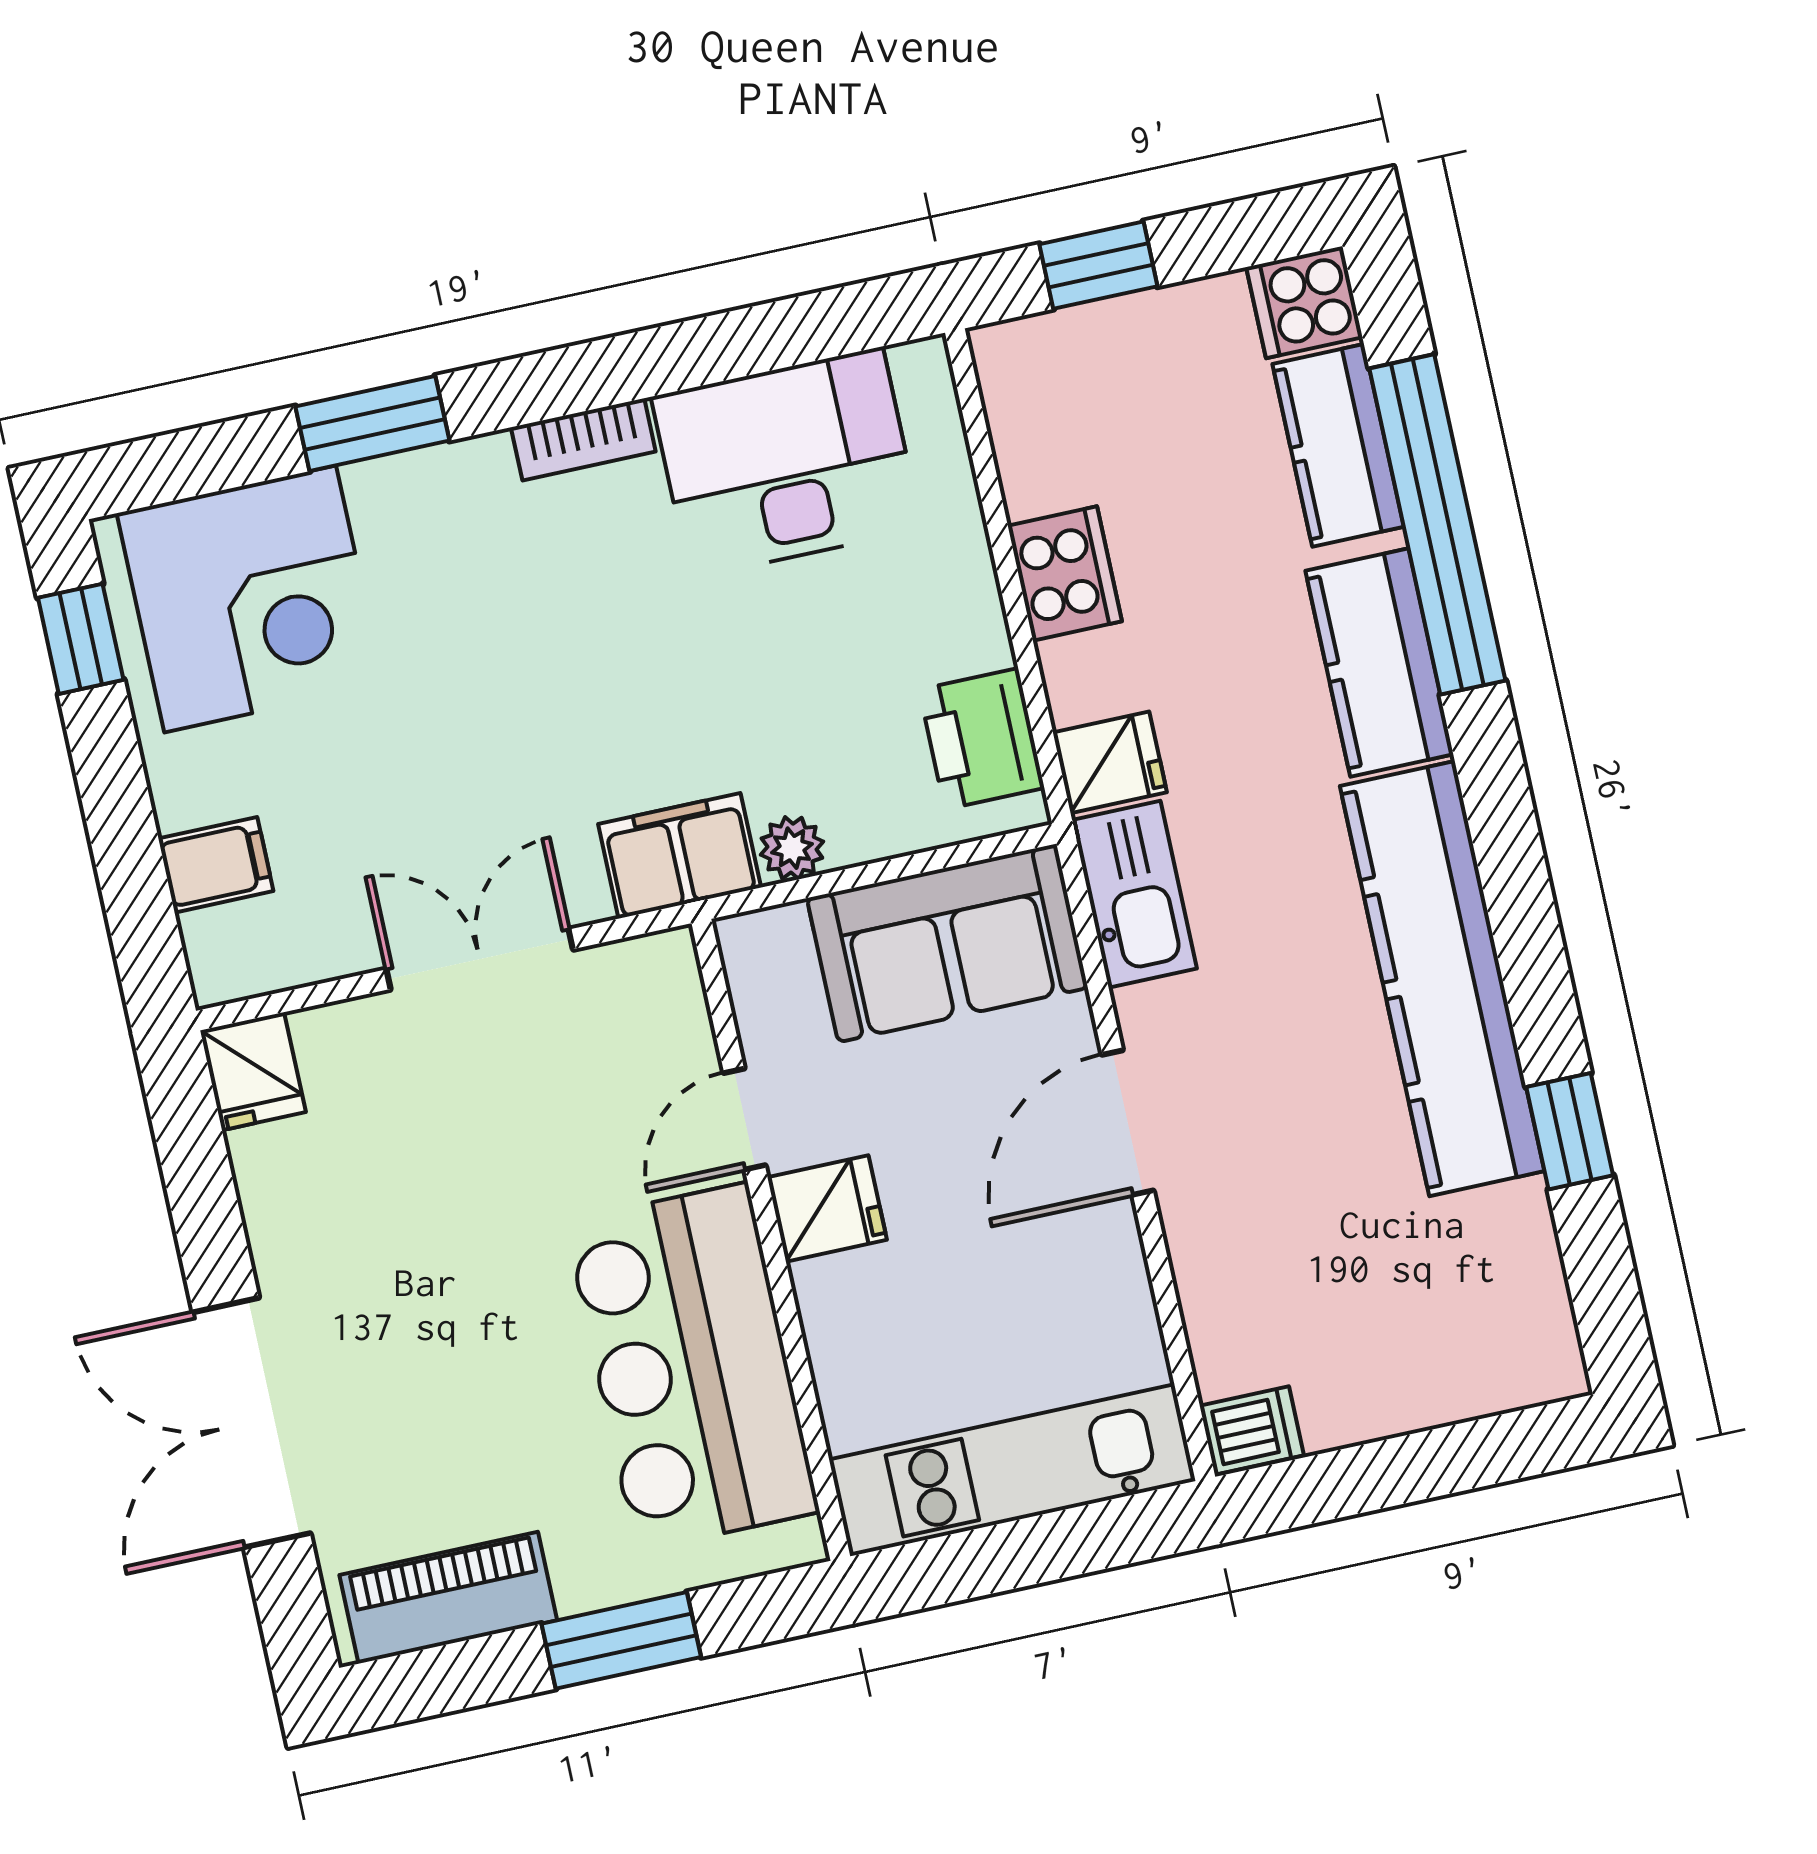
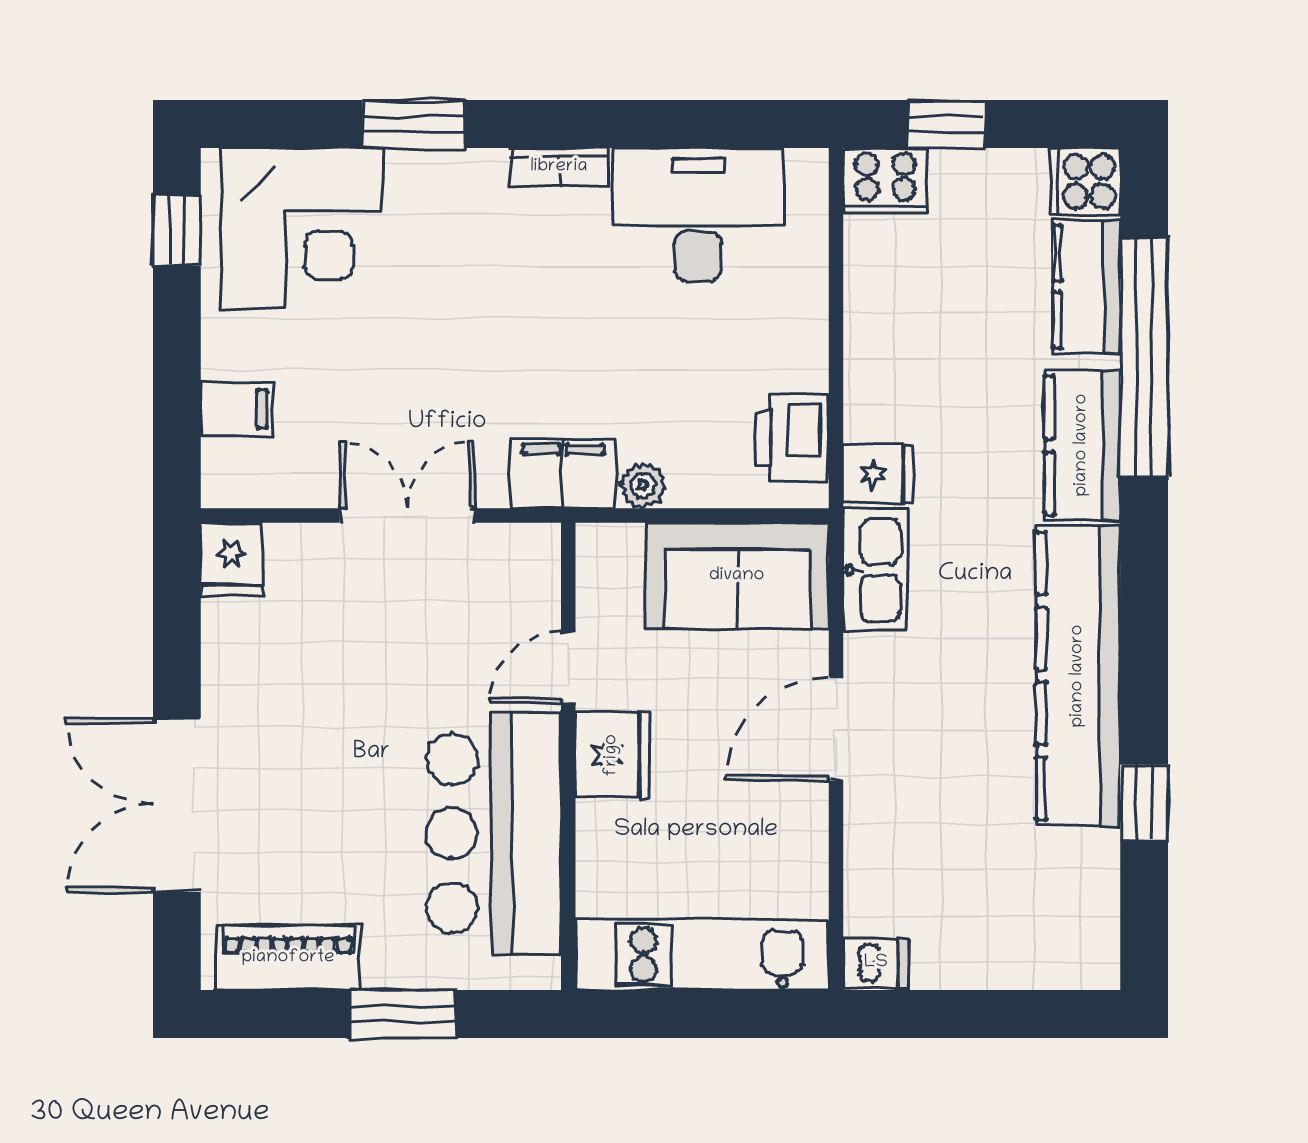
cooker: (1065, 574) -> (885, 181), moved, turned 90
fridge: (827, 1208) -> (612, 755), width x1.38

